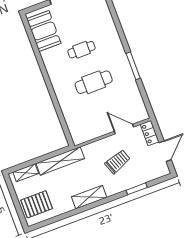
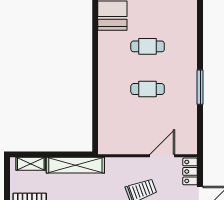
cafe table: (94, 82) -> (148, 89), width x0.73, depth x0.74
door: (124, 129) -> (162, 156), hinge flipped

